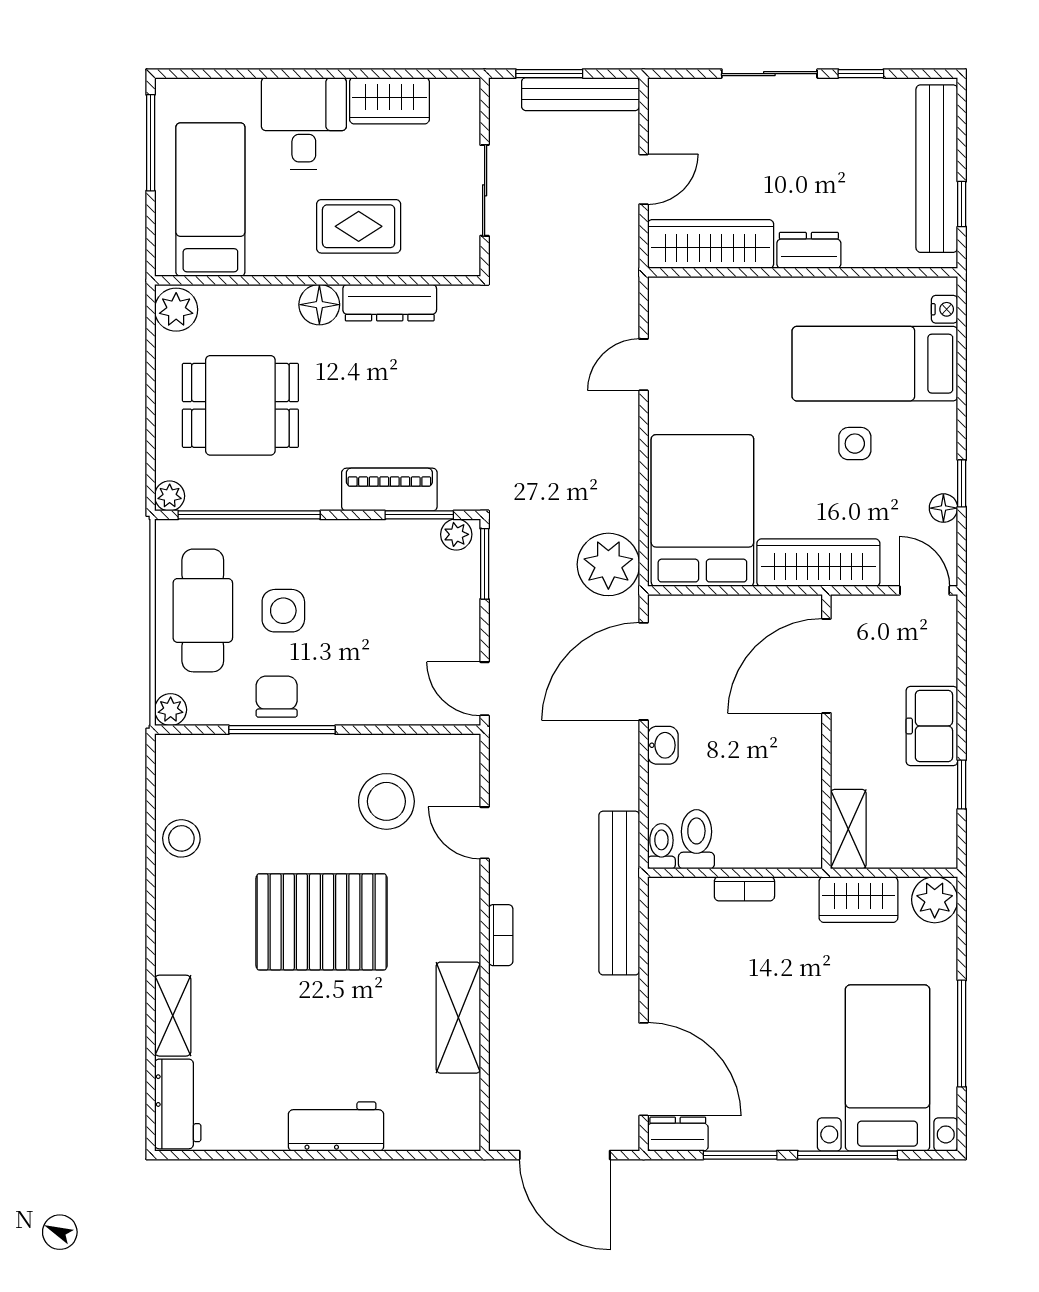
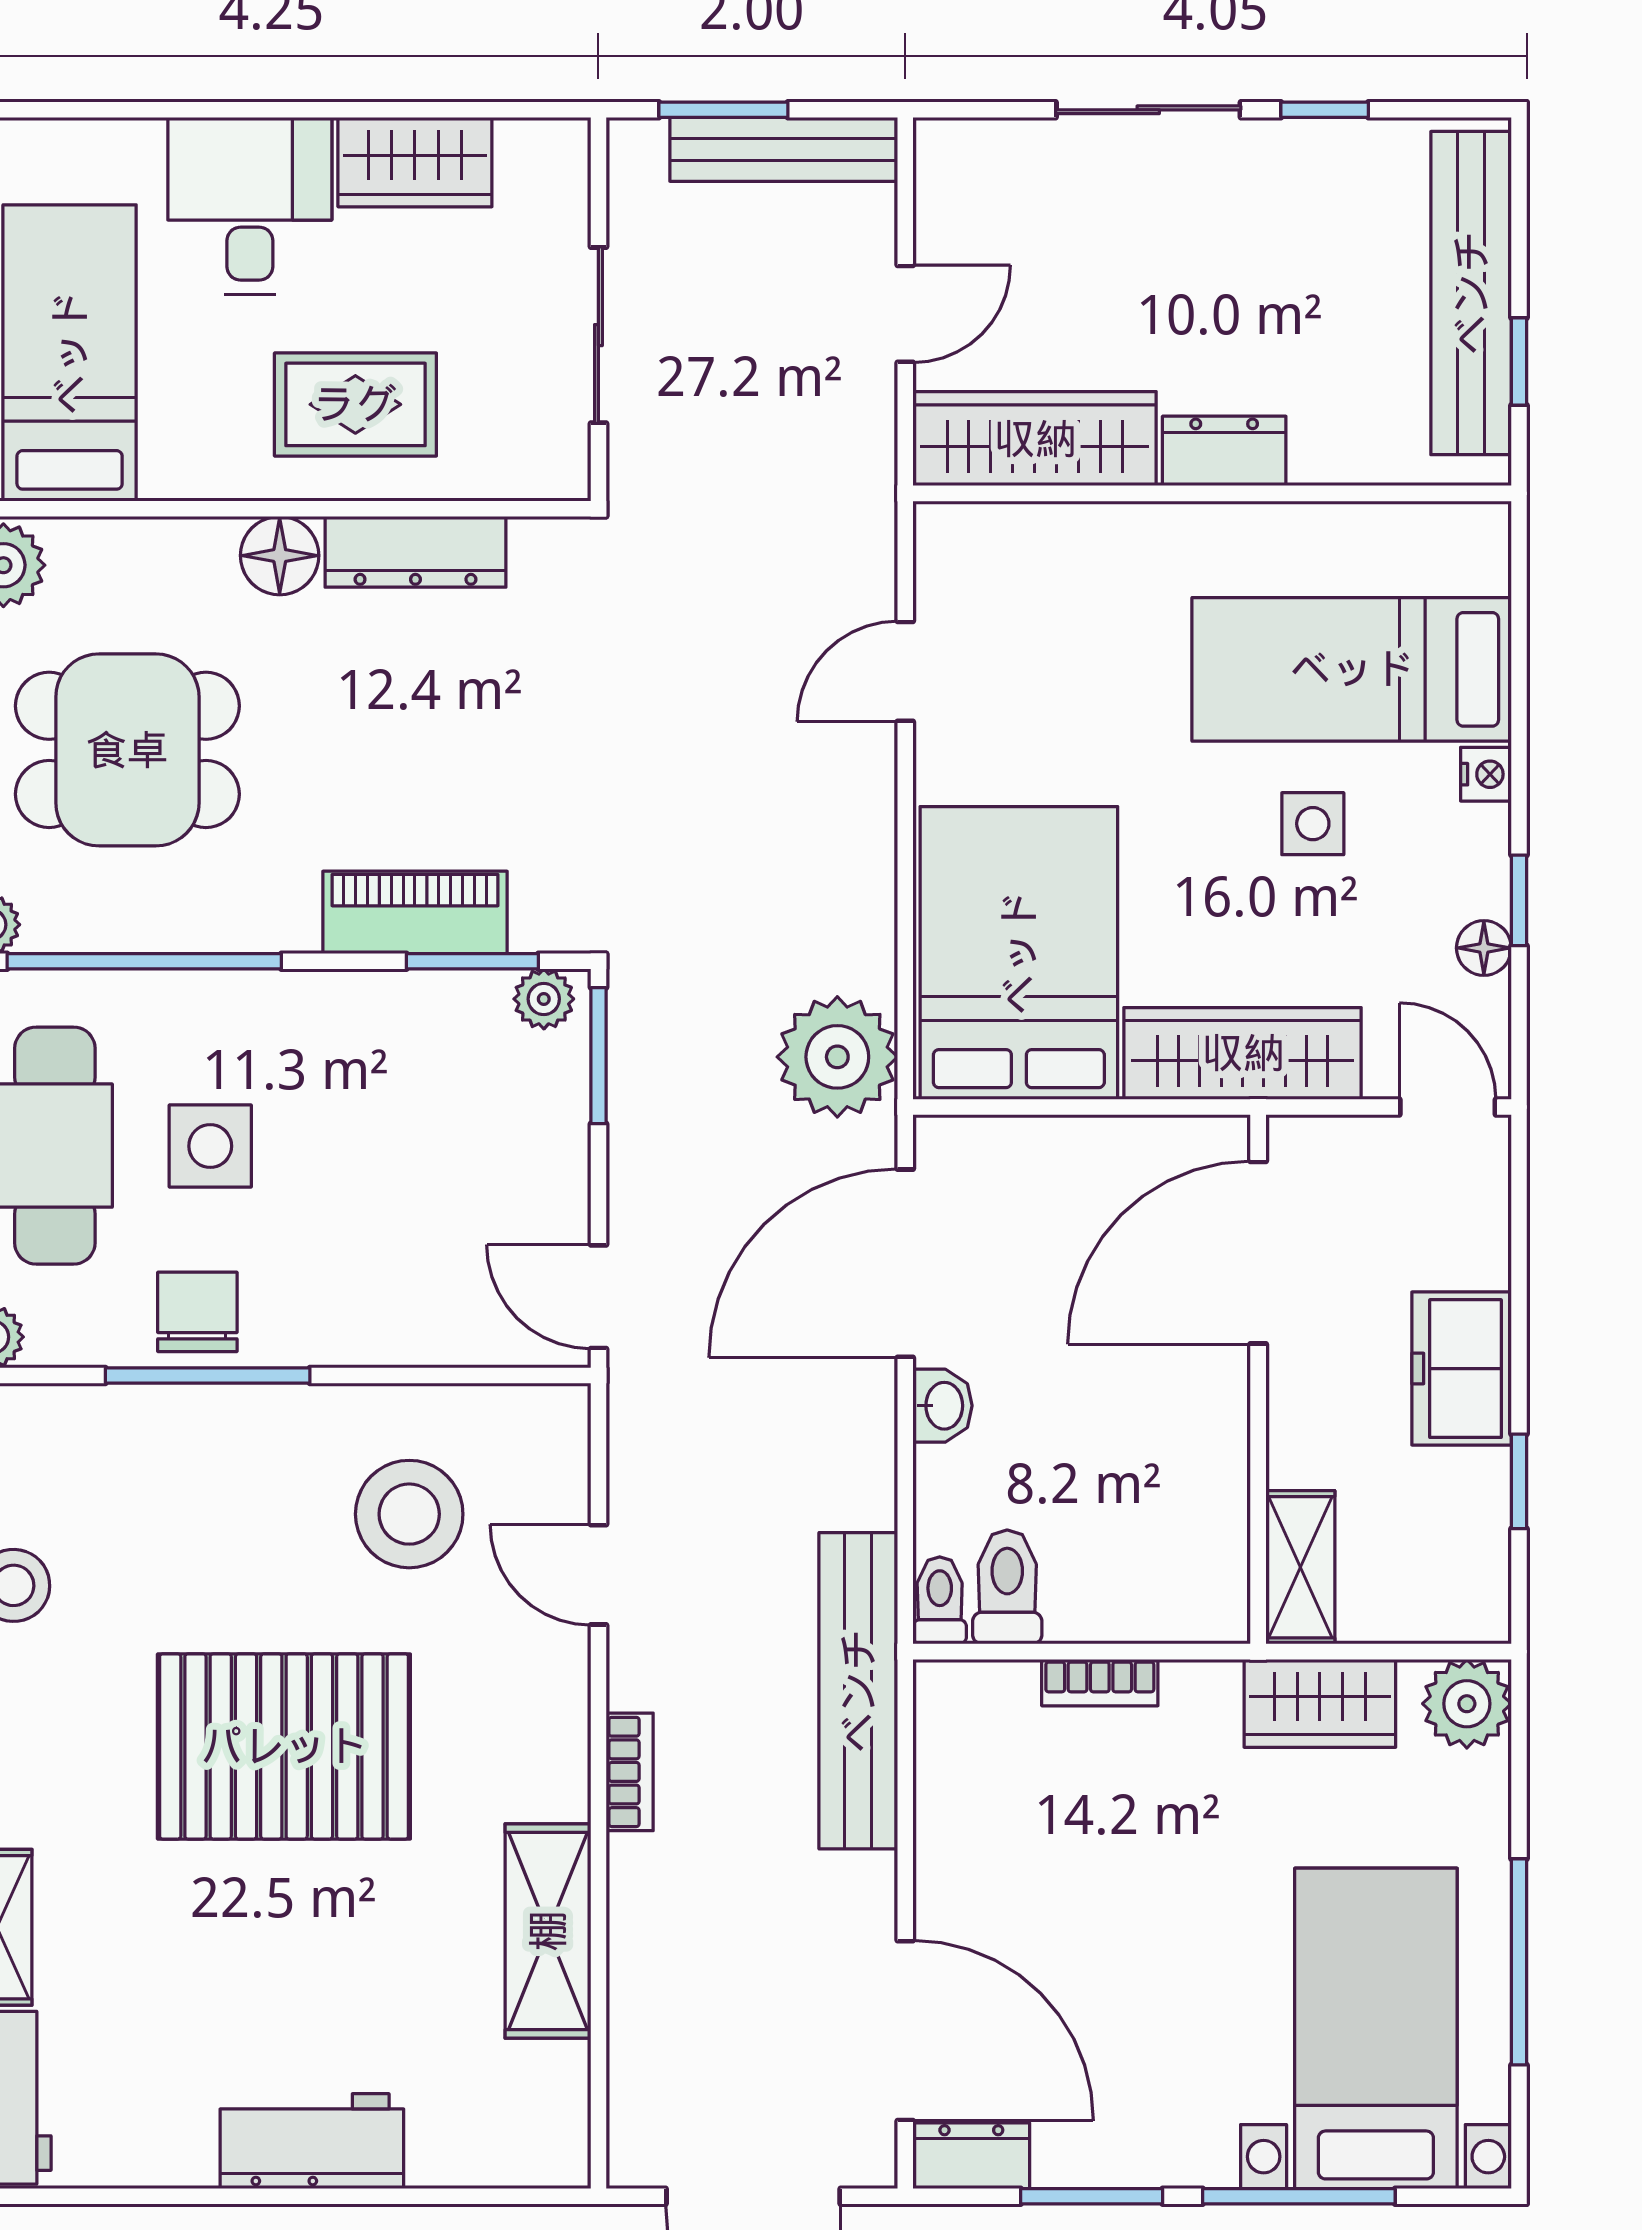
nightstand: (945, 309) -> (1486, 774), moved

